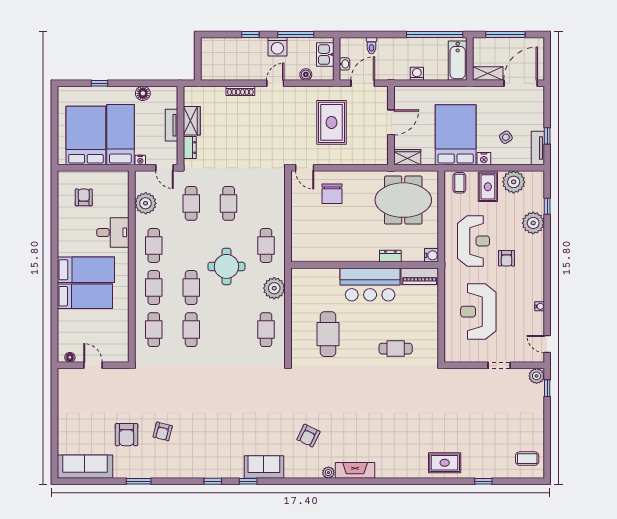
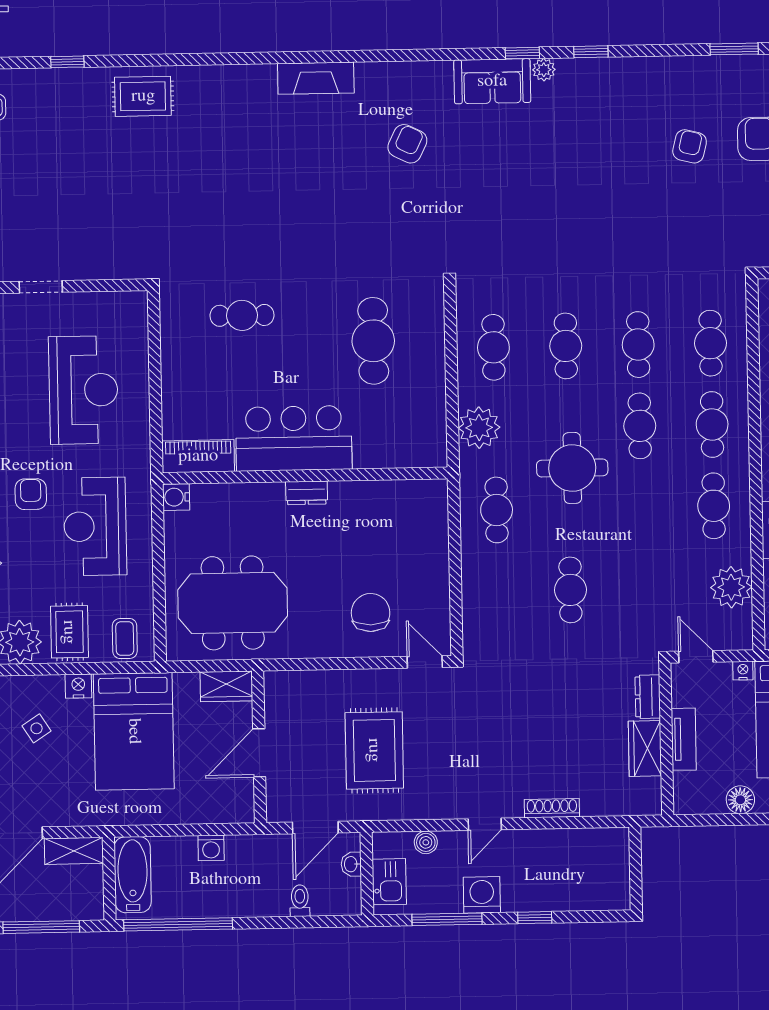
cafe table: (191, 203) -> (566, 346), moved
dresser: (390, 256) -> (307, 493), moved
plant: (328, 473) -> (544, 70), moved

